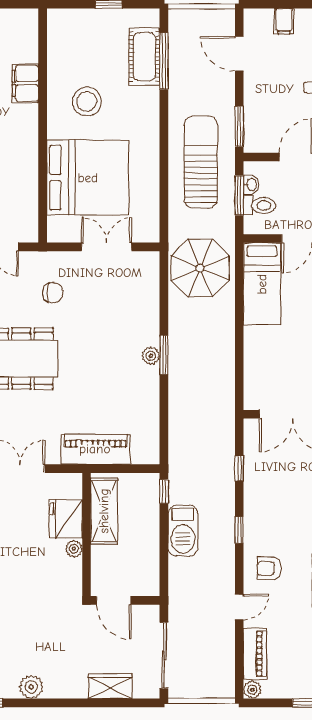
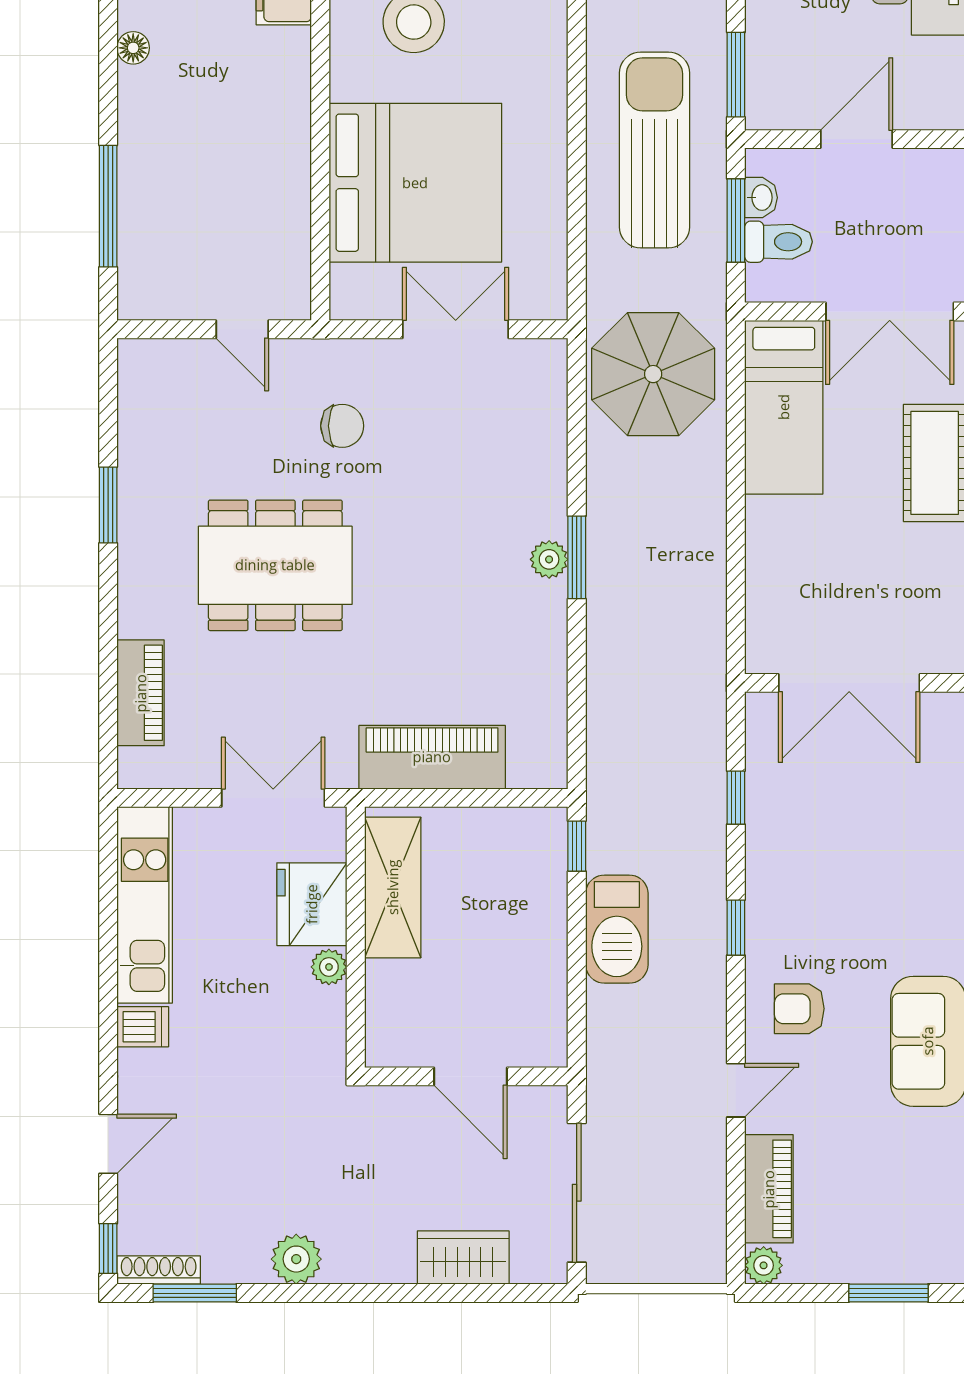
shelving: (104, 511) -> (393, 887), moved
fridge: (66, 519) -> (312, 904), moved
wall: (87, 534) -> (356, 937), moved
plant: (74, 549) -> (329, 967), moved

